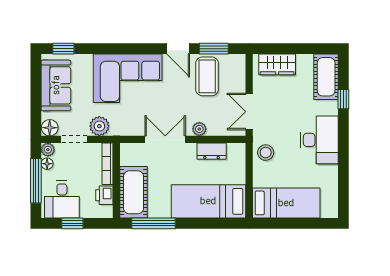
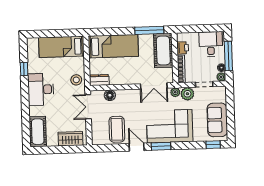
window: (214, 49) -> (161, 146), moved
window: (343, 99) -> (24, 69), moved
double door: (249, 112) -> (88, 107), swing flipped
floor lamp: (50, 128) -> (110, 95), moved
plant: (199, 129) -> (175, 92), moved
double door: (165, 139) -> (154, 86), moved
dresser: (212, 151) -> (99, 80), moved
window: (72, 223) -> (203, 28), removed

